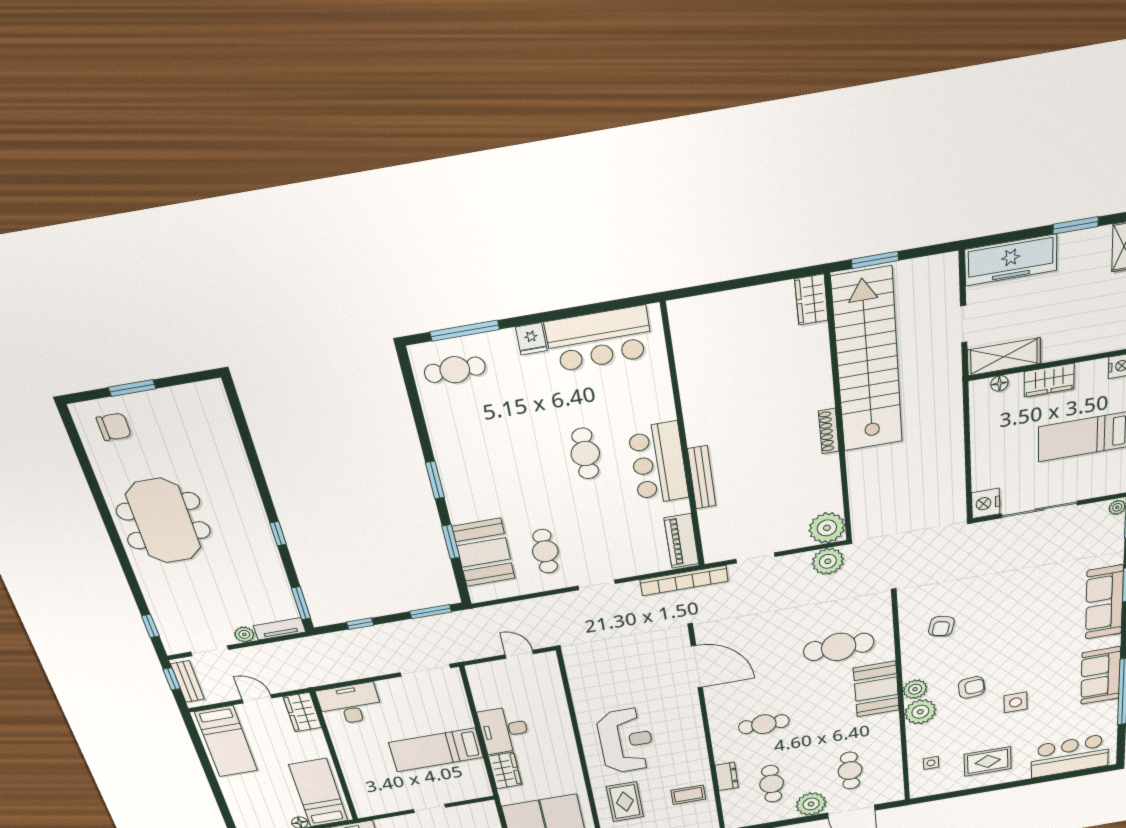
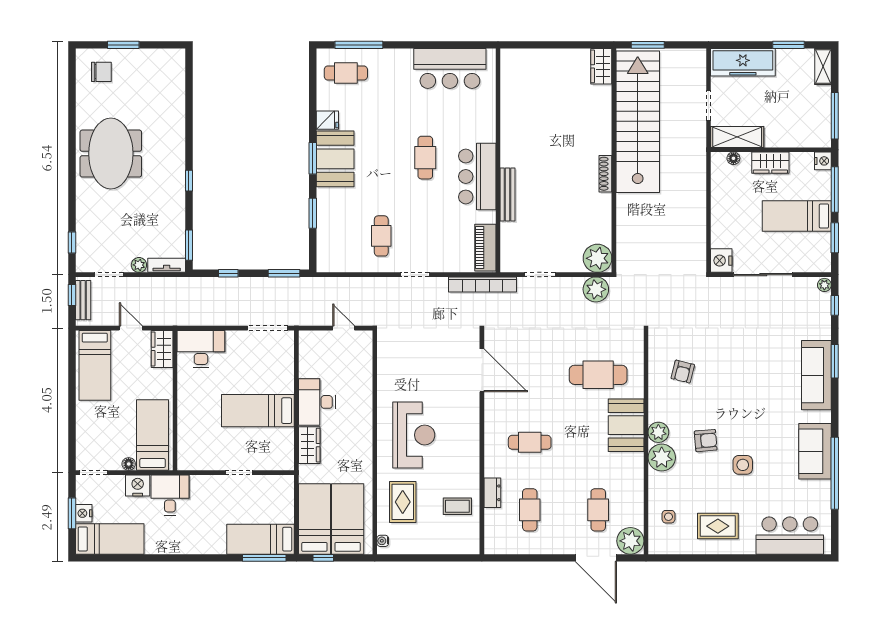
fridge: (531, 339) -> (327, 120), moved, turned -90
booth: (484, 552) -> (335, 159), moved
plant: (811, 804) -> (630, 541), moved

